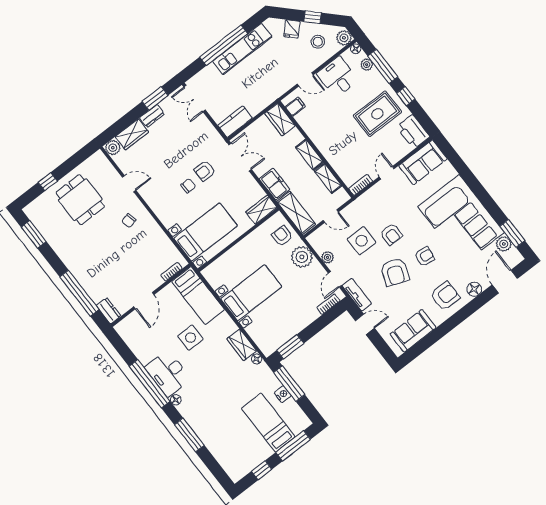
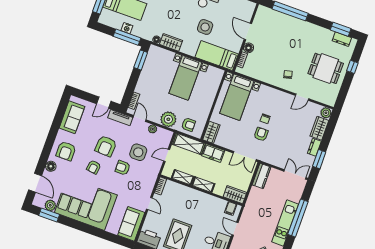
door: (305, 79) -> (235, 229), hinge flipped
armchair: (395, 272) -> (106, 146), turned -108
floor lamp: (155, 281) -> (249, 48), added
dresser: (109, 311) -> (342, 39), moved

